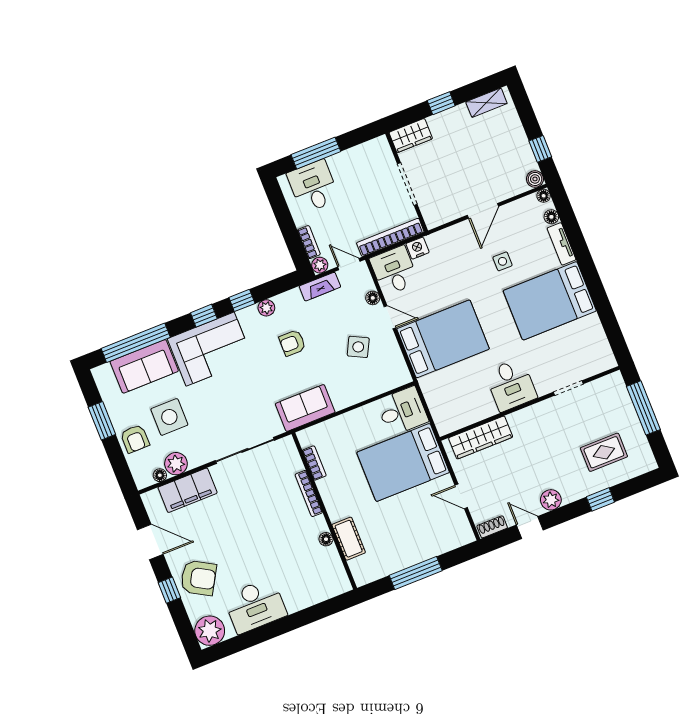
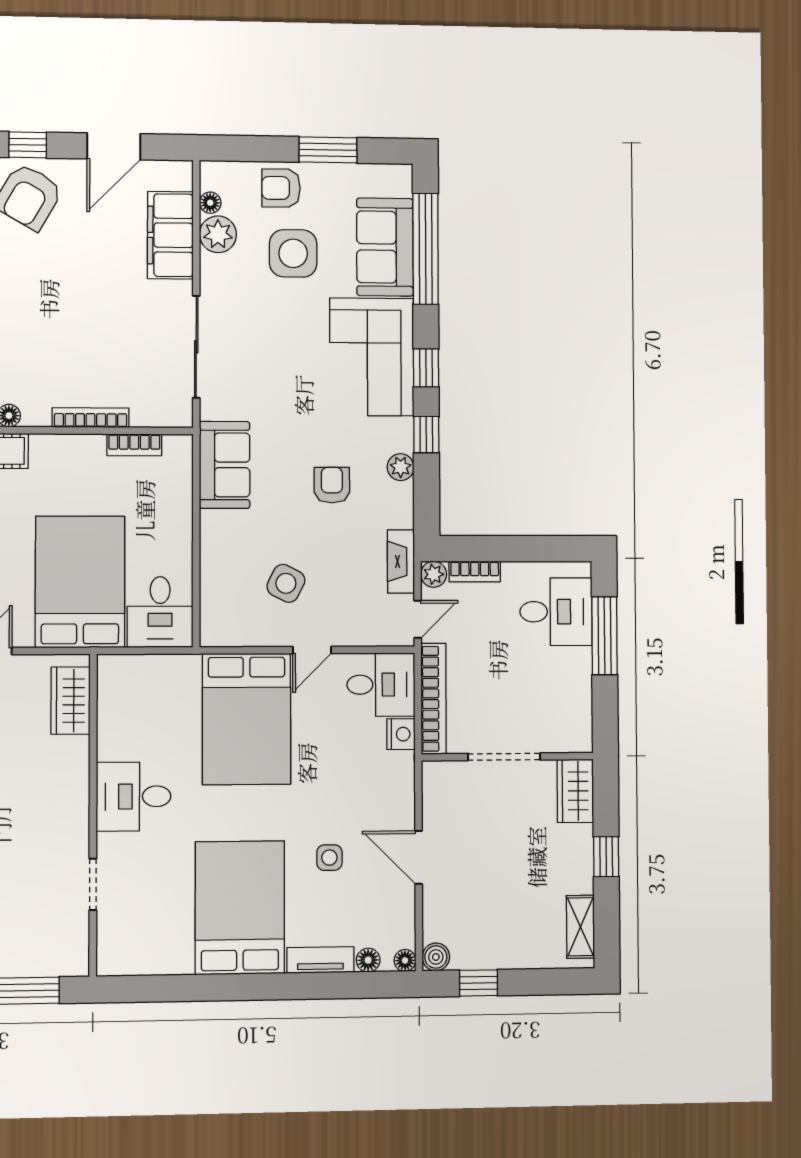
floor lamp: (373, 298) -> (352, 635), removed
wardrobe: (481, 437) -> (71, 701), width x0.67

